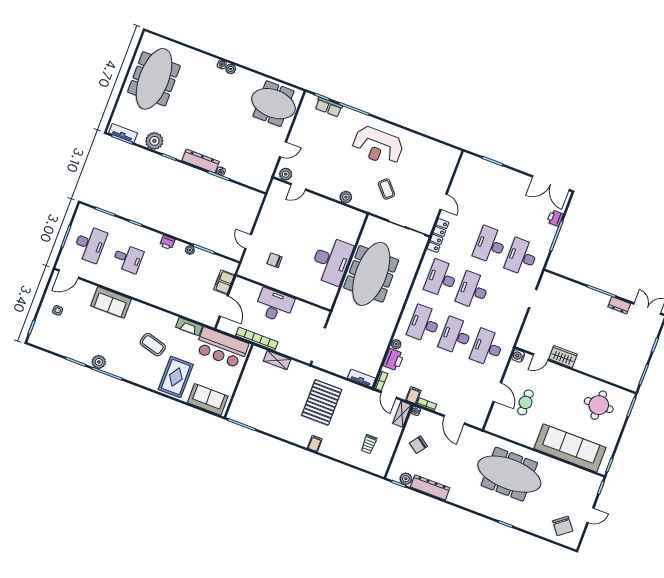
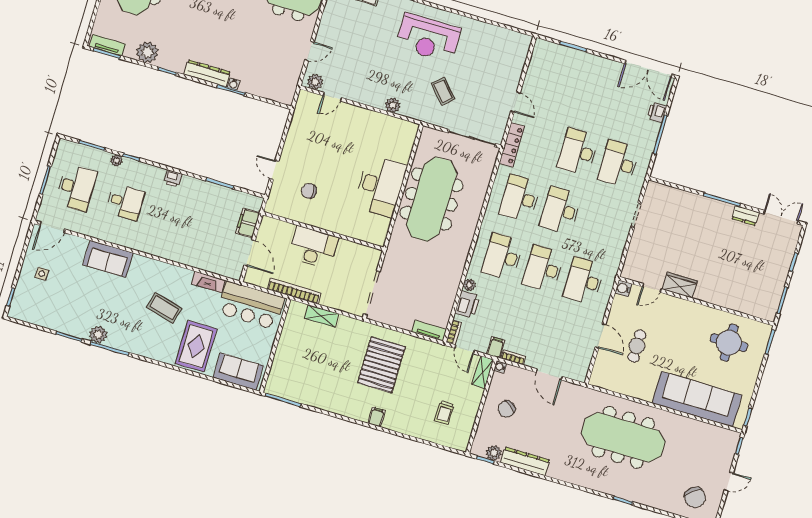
plant: (190, 250) -> (117, 160), moved

